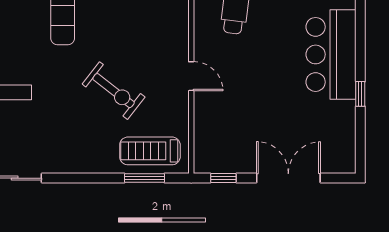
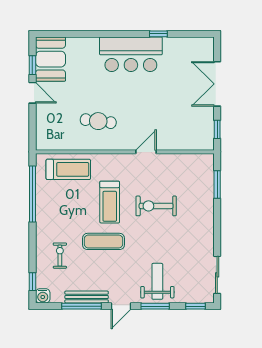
exercise bike: (114, 91) -> (156, 206), turned -128
treadmill: (150, 151) -> (110, 202), moved

